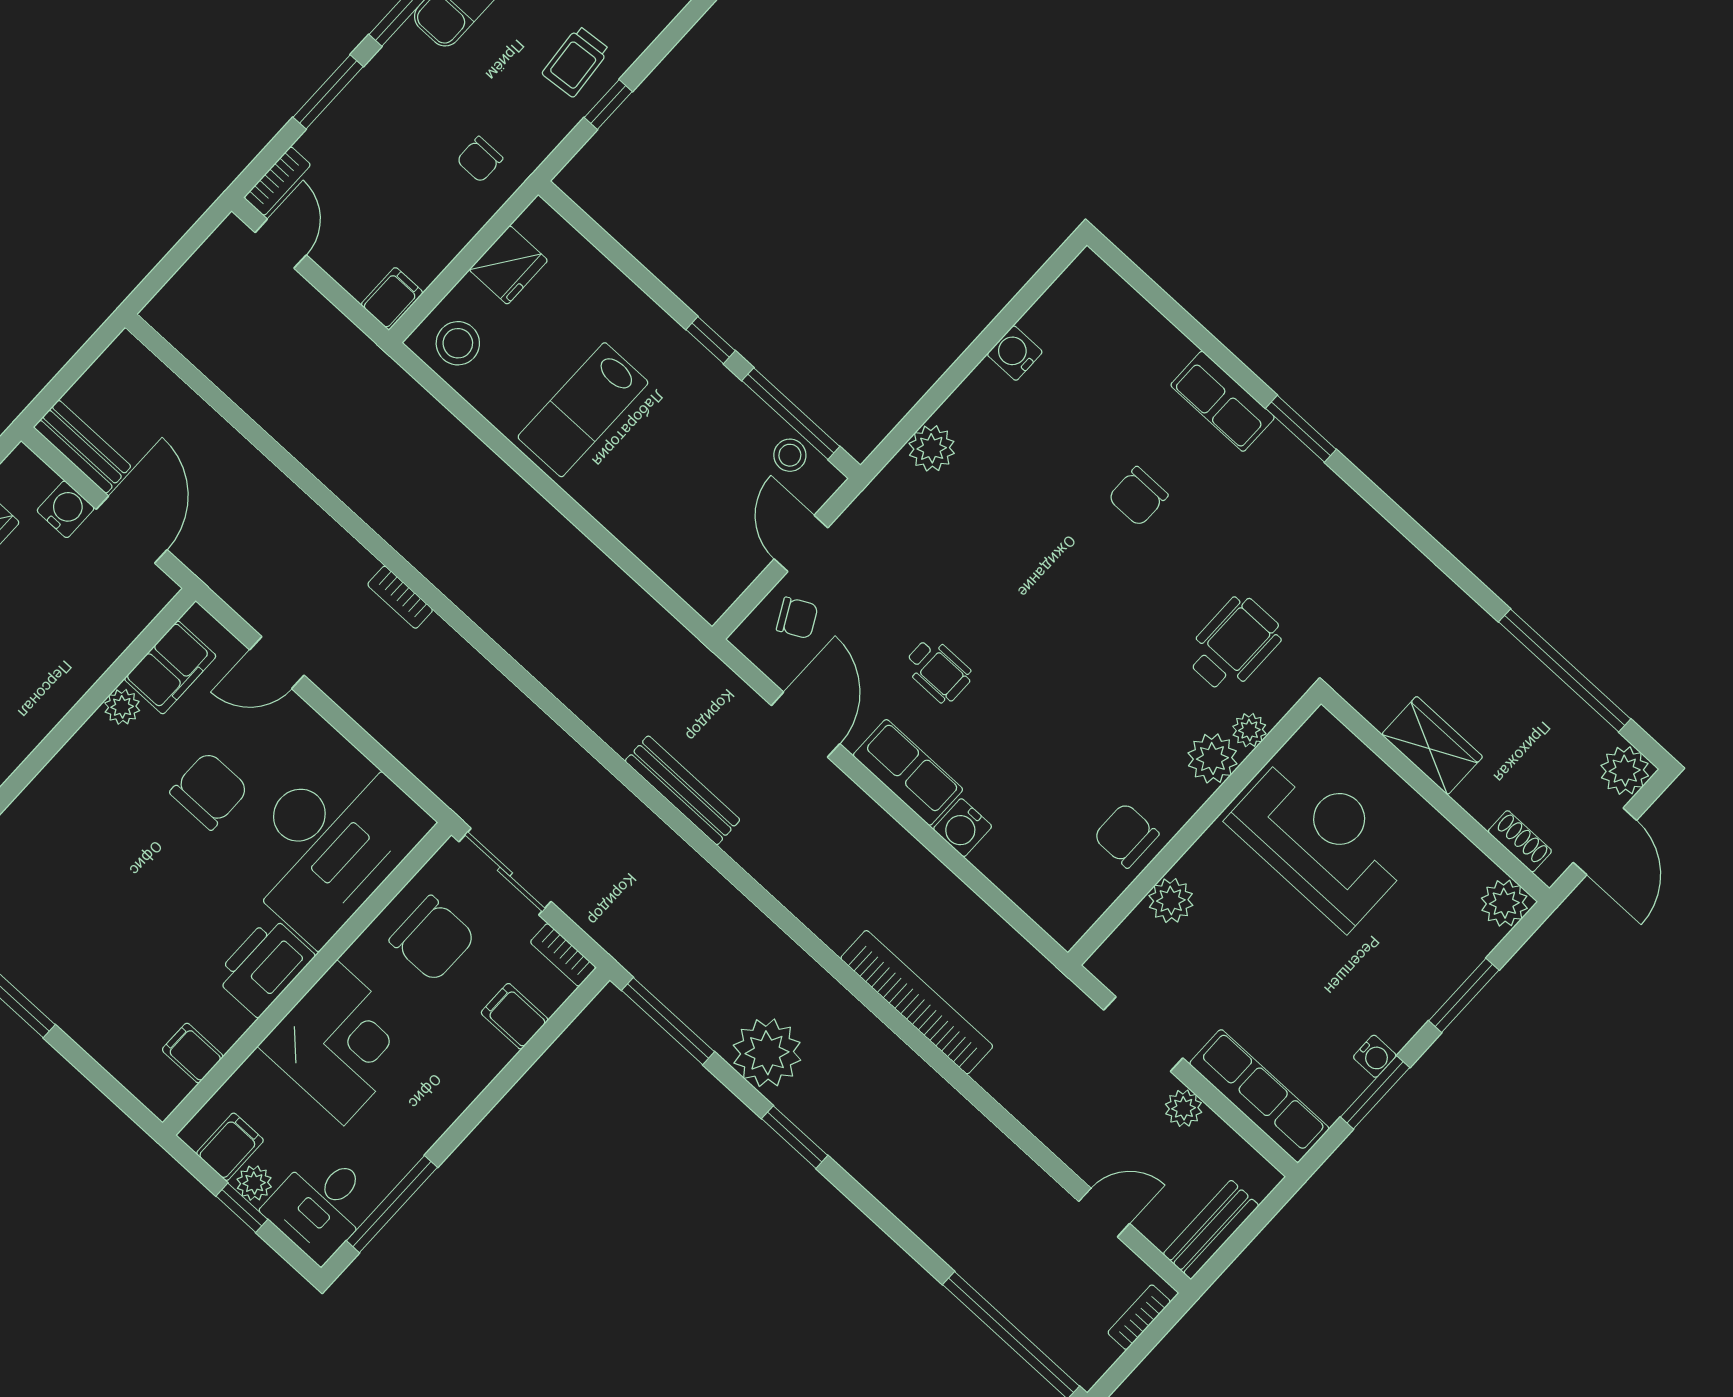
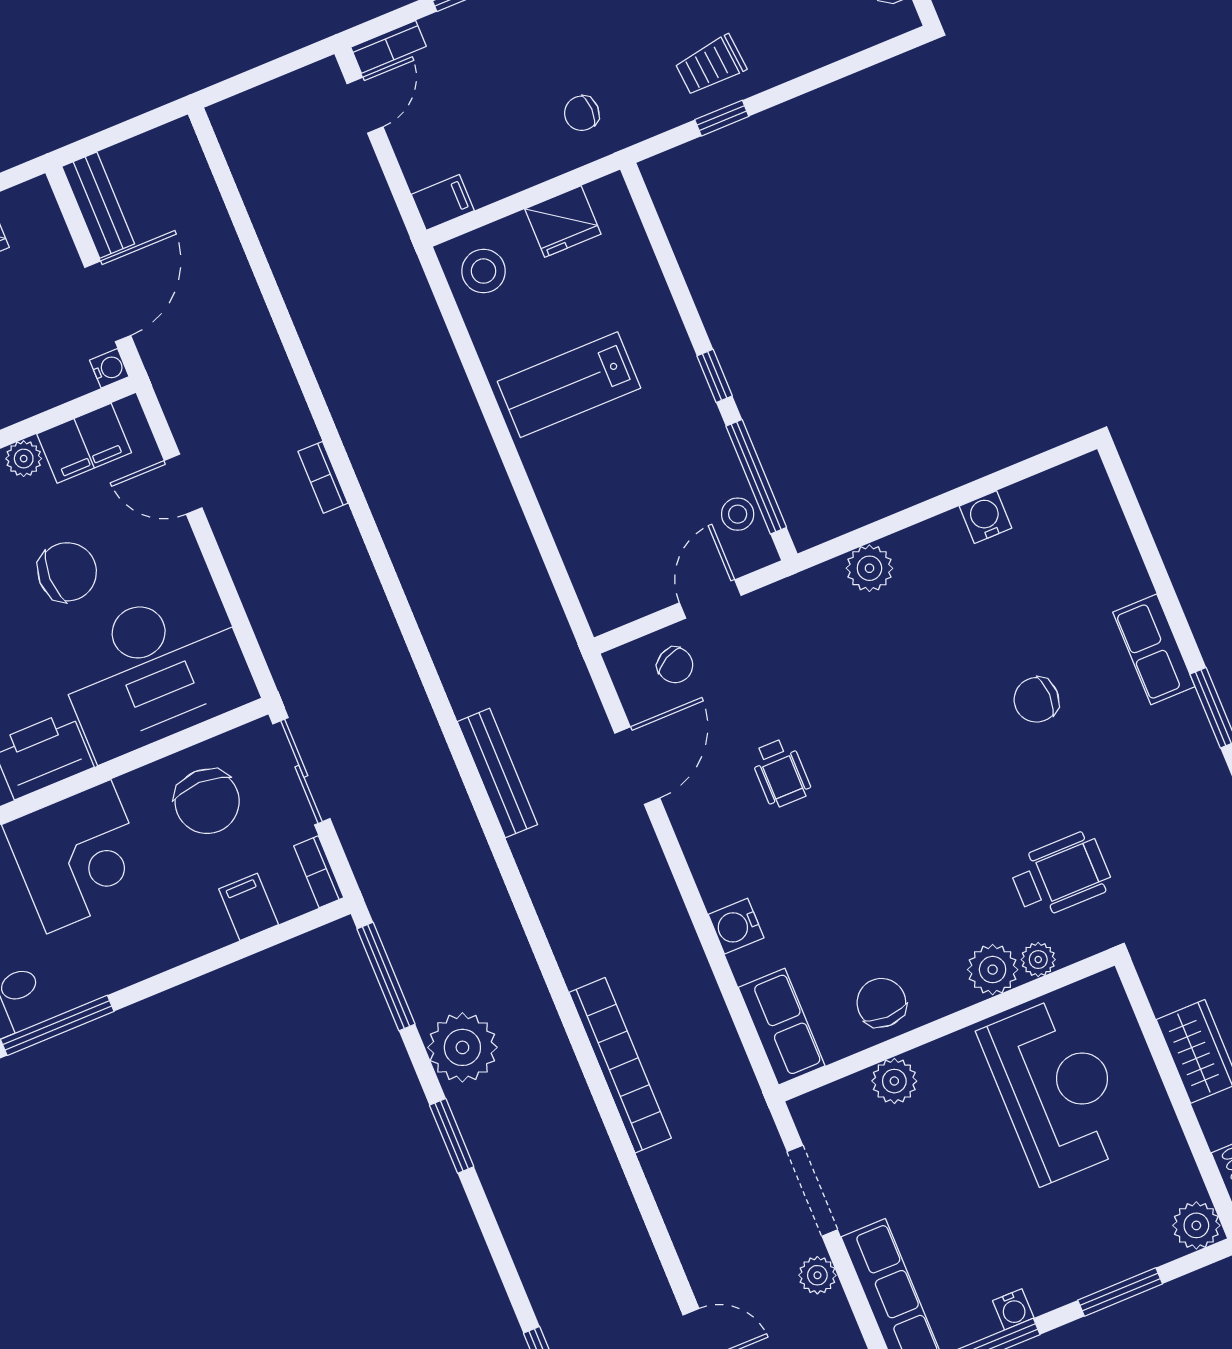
water cooler: (66, 509) -> (109, 368), moved, width x0.72, depth x0.72
row of seats: (908, 772) -> (782, 1027), moved

